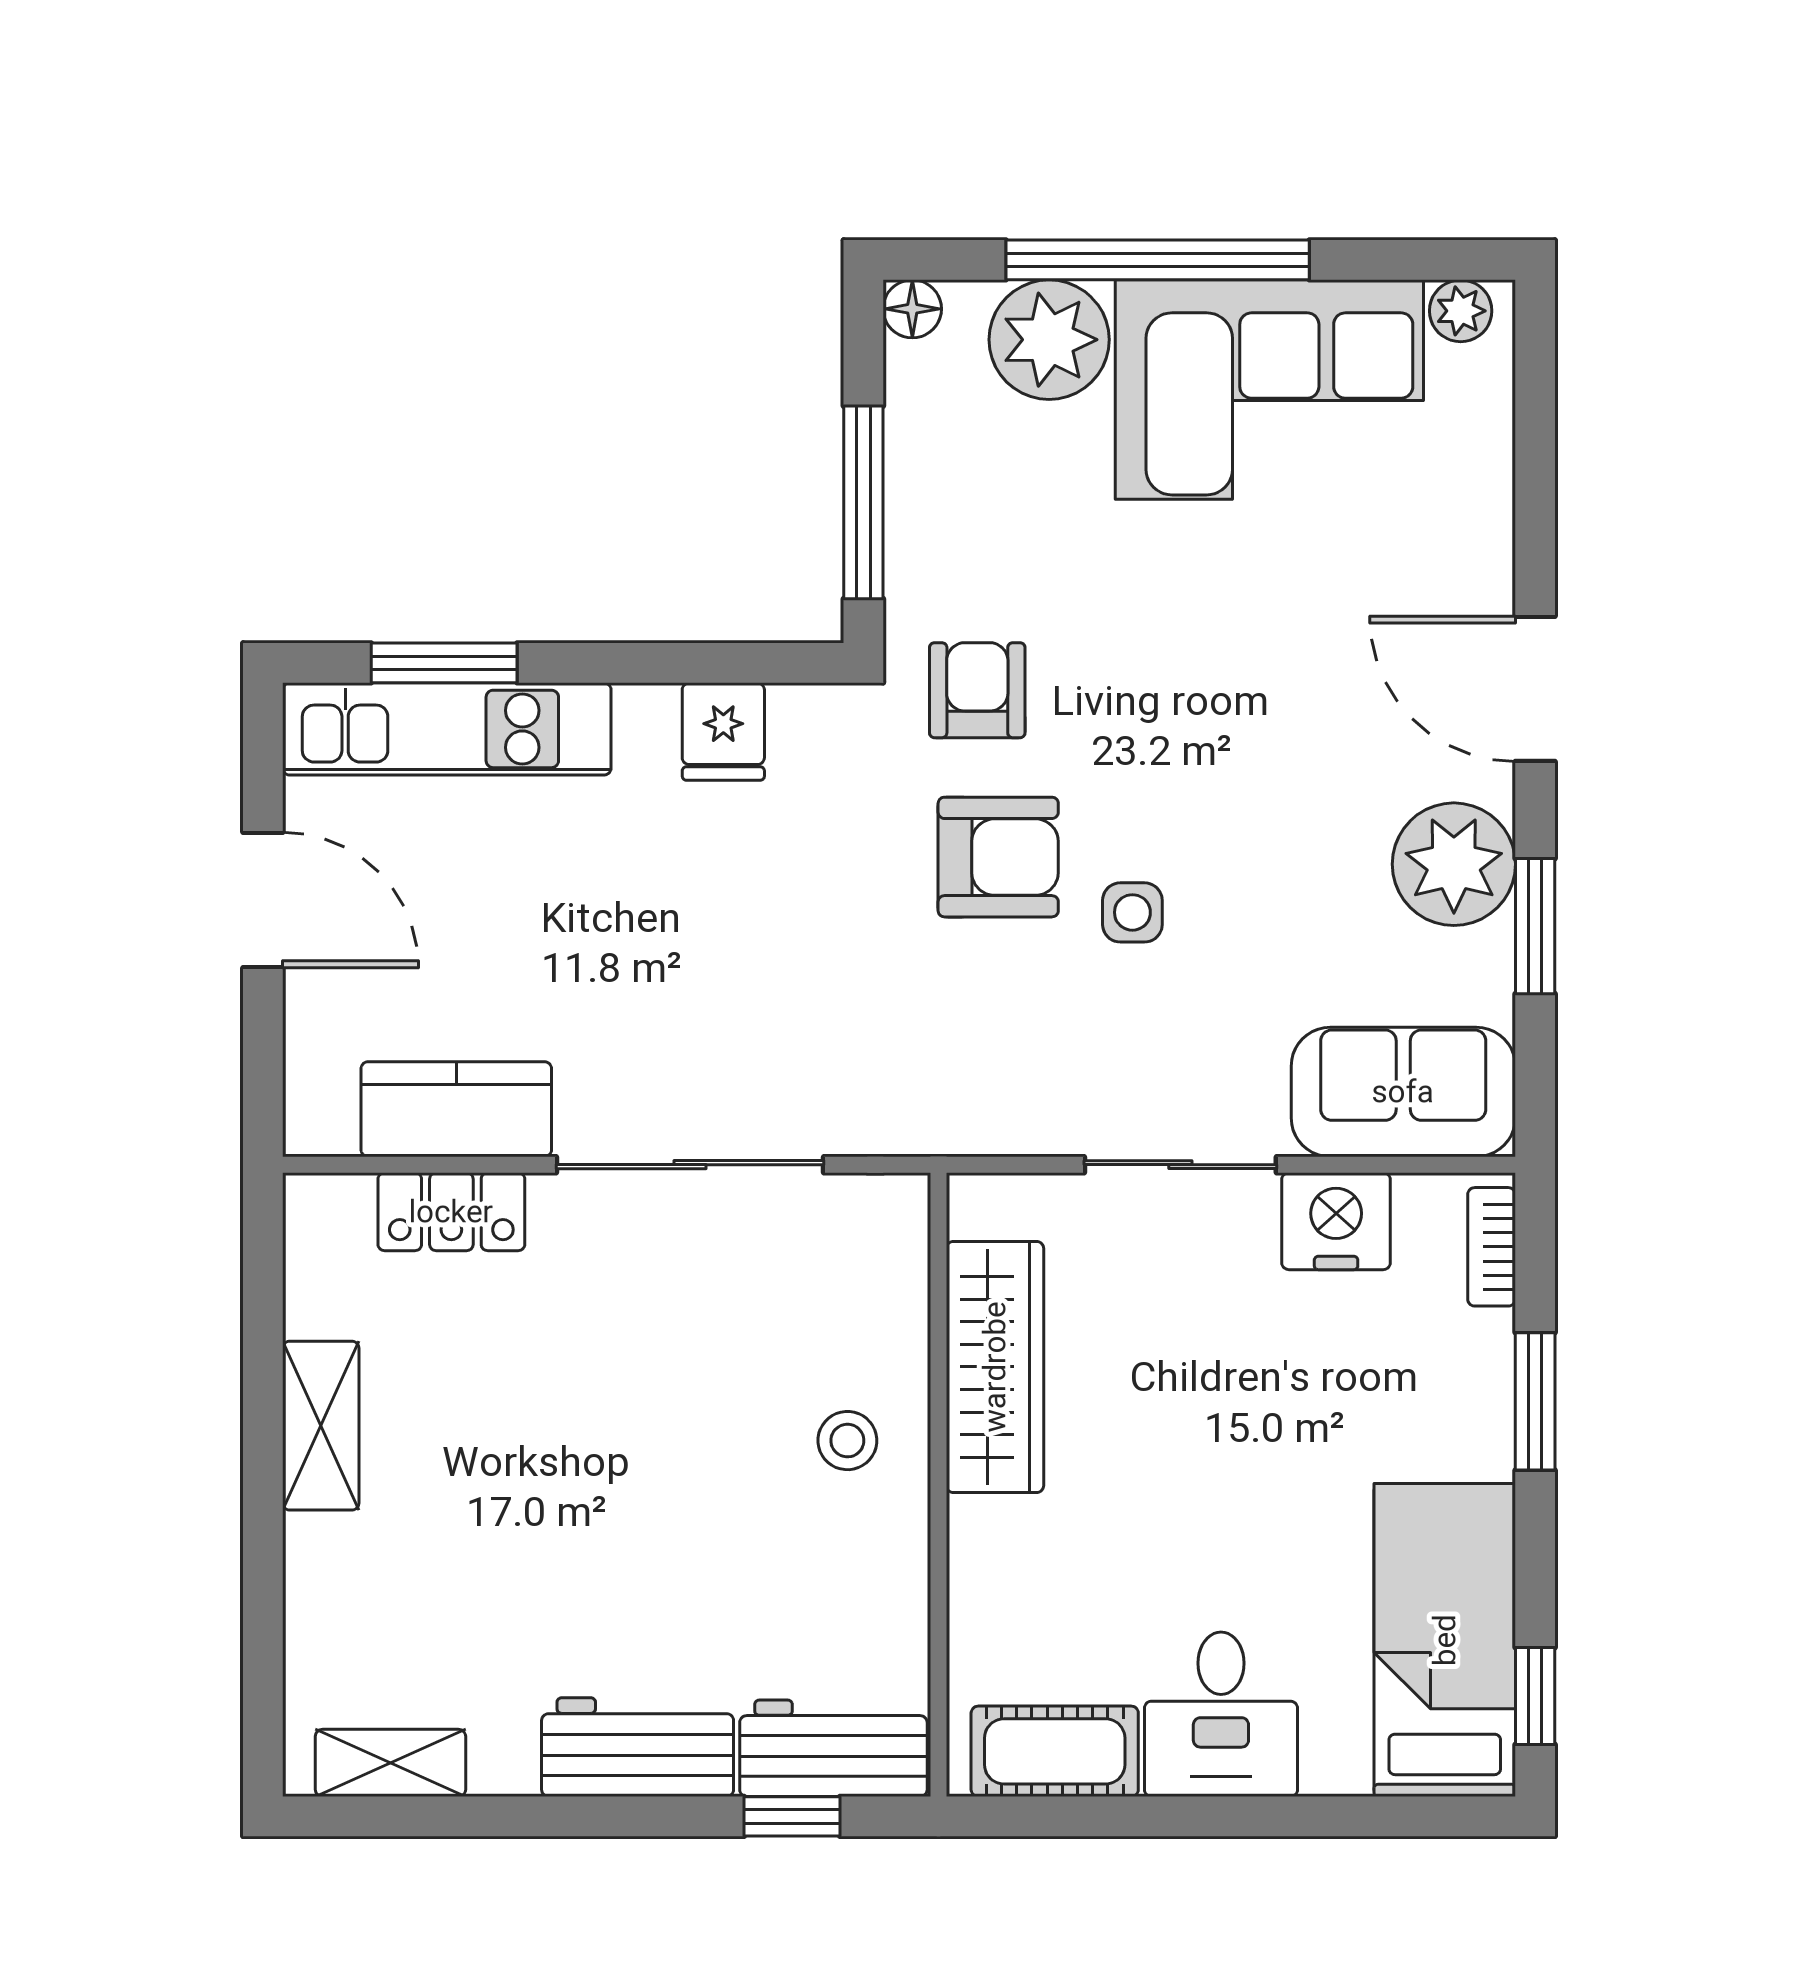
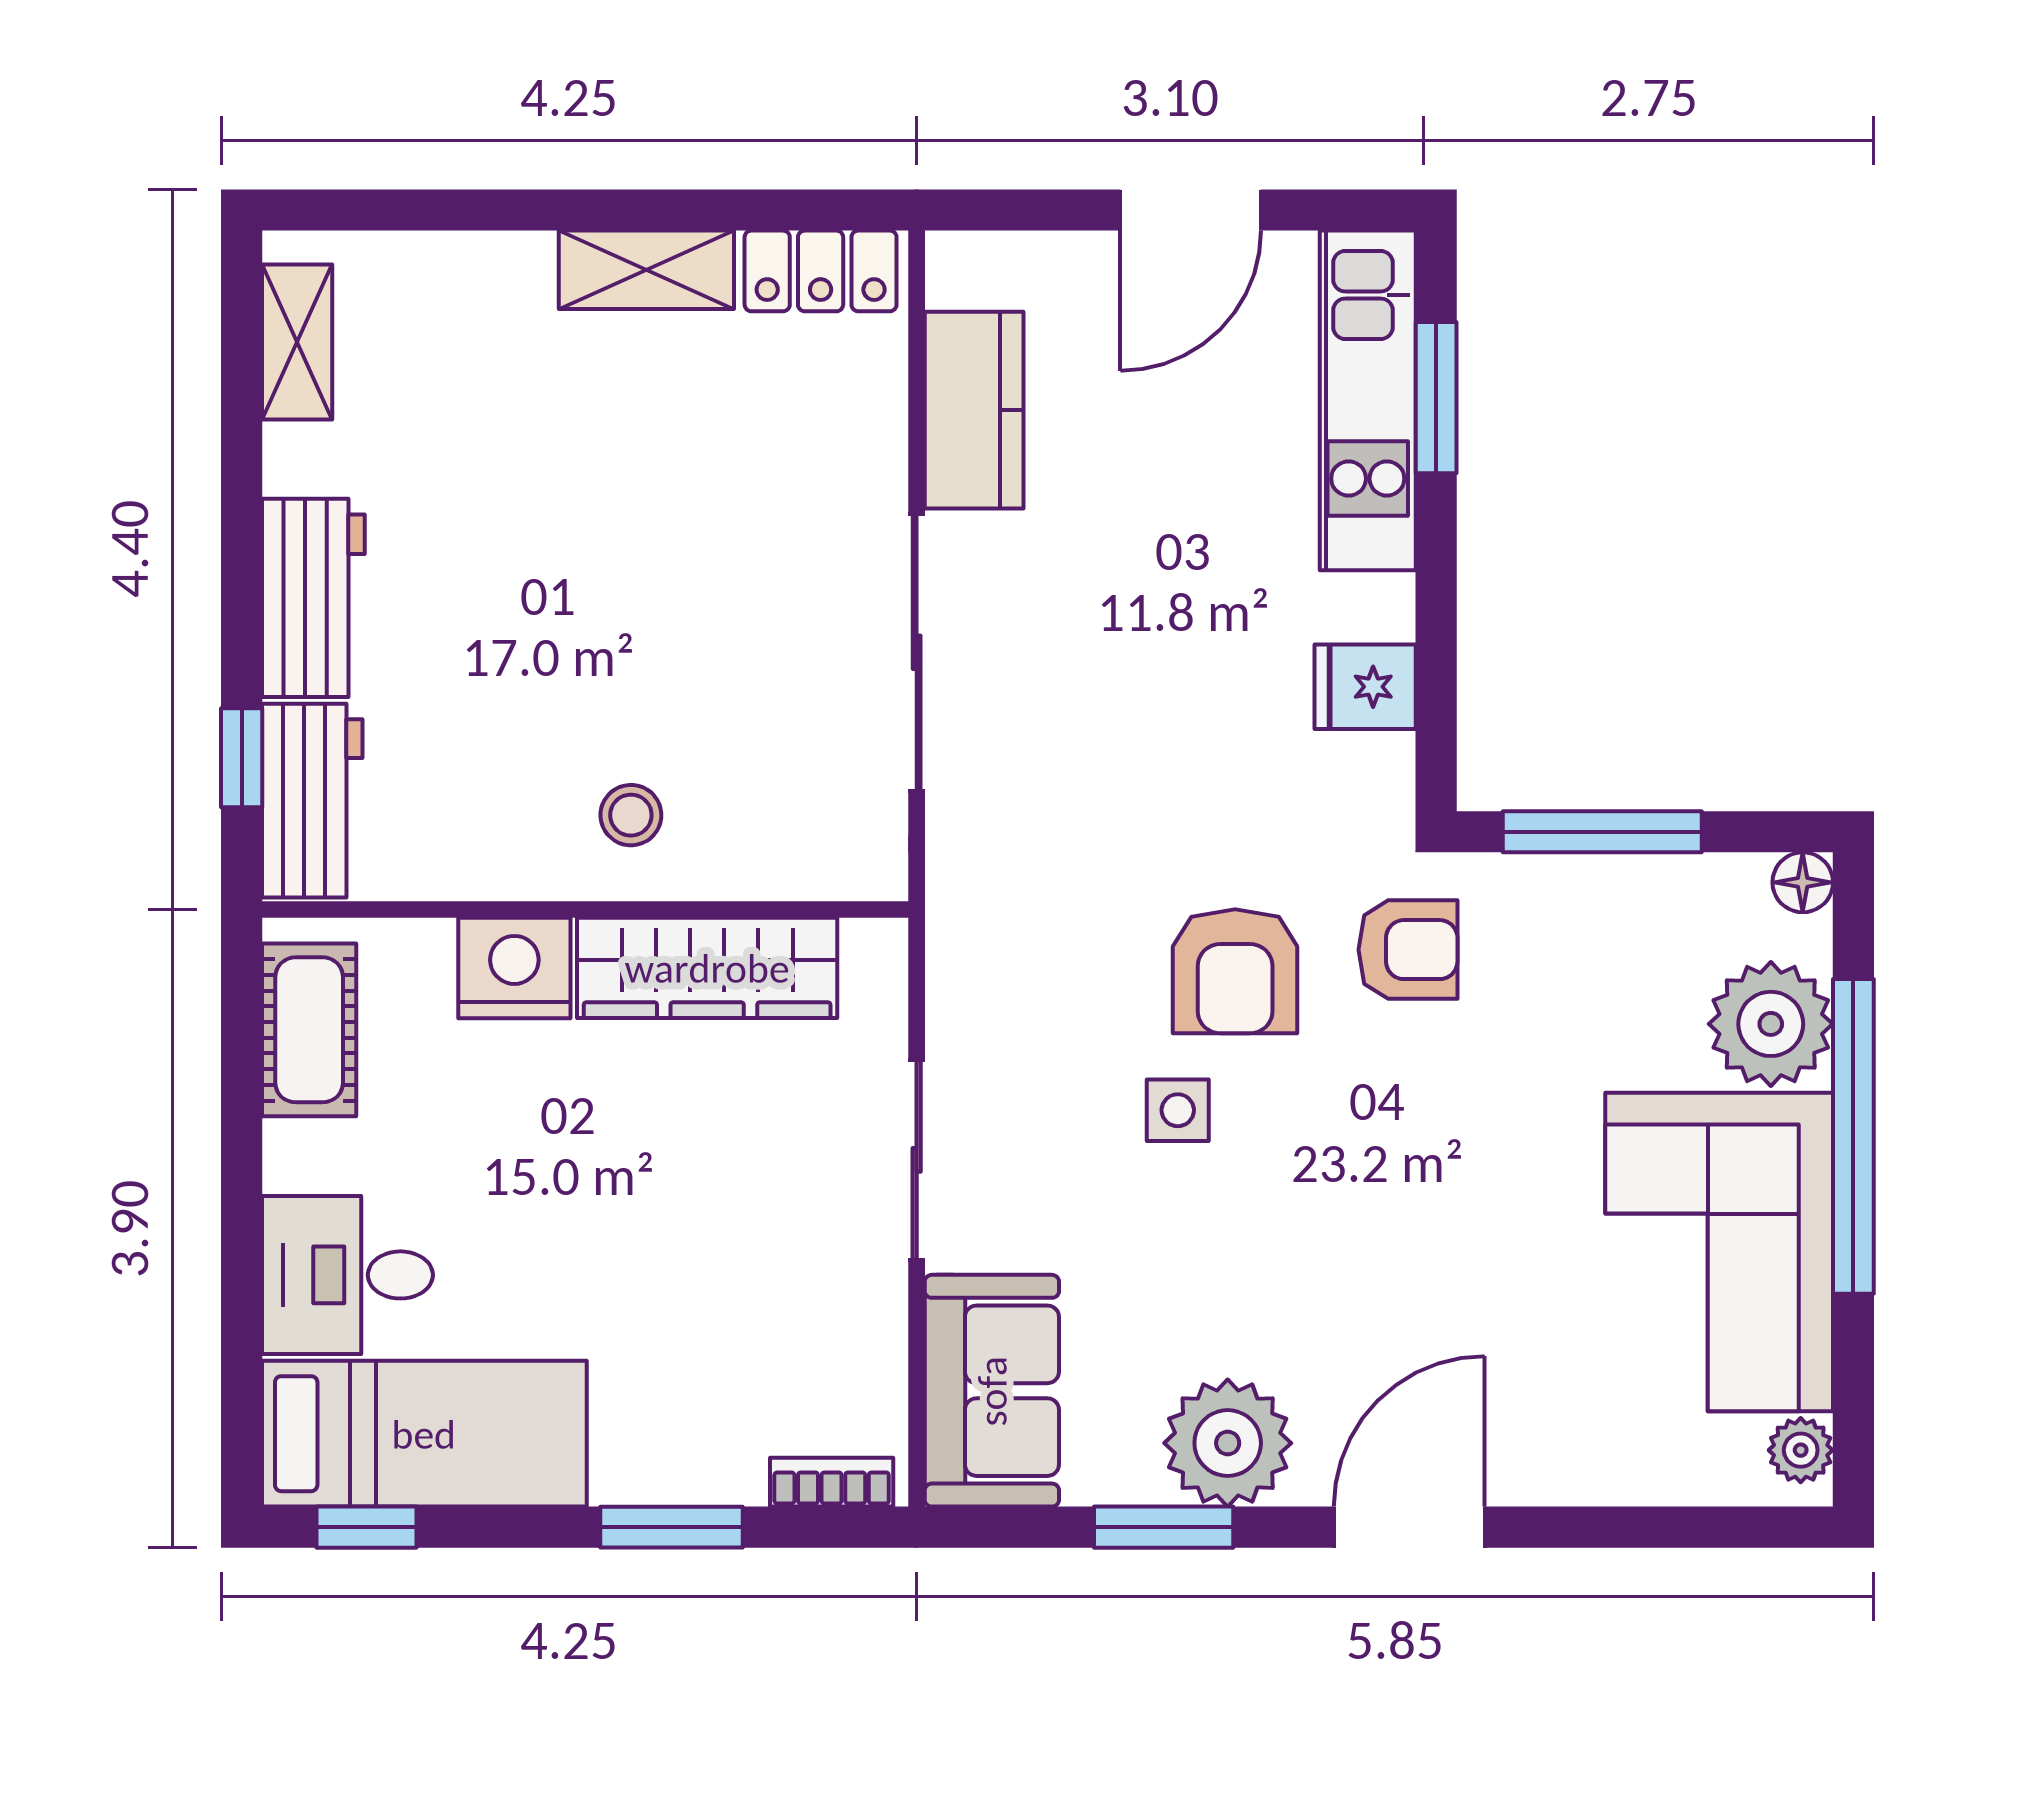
locker: (451, 1212) -> (821, 271), moved, turned -90
nightstand: (1336, 1221) -> (514, 968), moved, turned -90
desk: (1221, 1714) -> (347, 1275), moved

